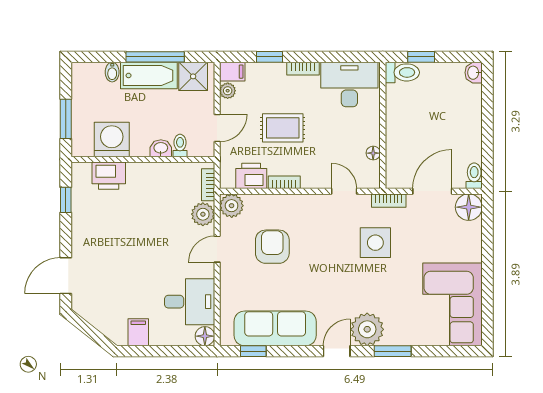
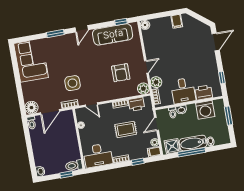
desk: (190, 302) -> (183, 91), moved, turned -90
plant: (367, 329) -> (69, 42), removed

